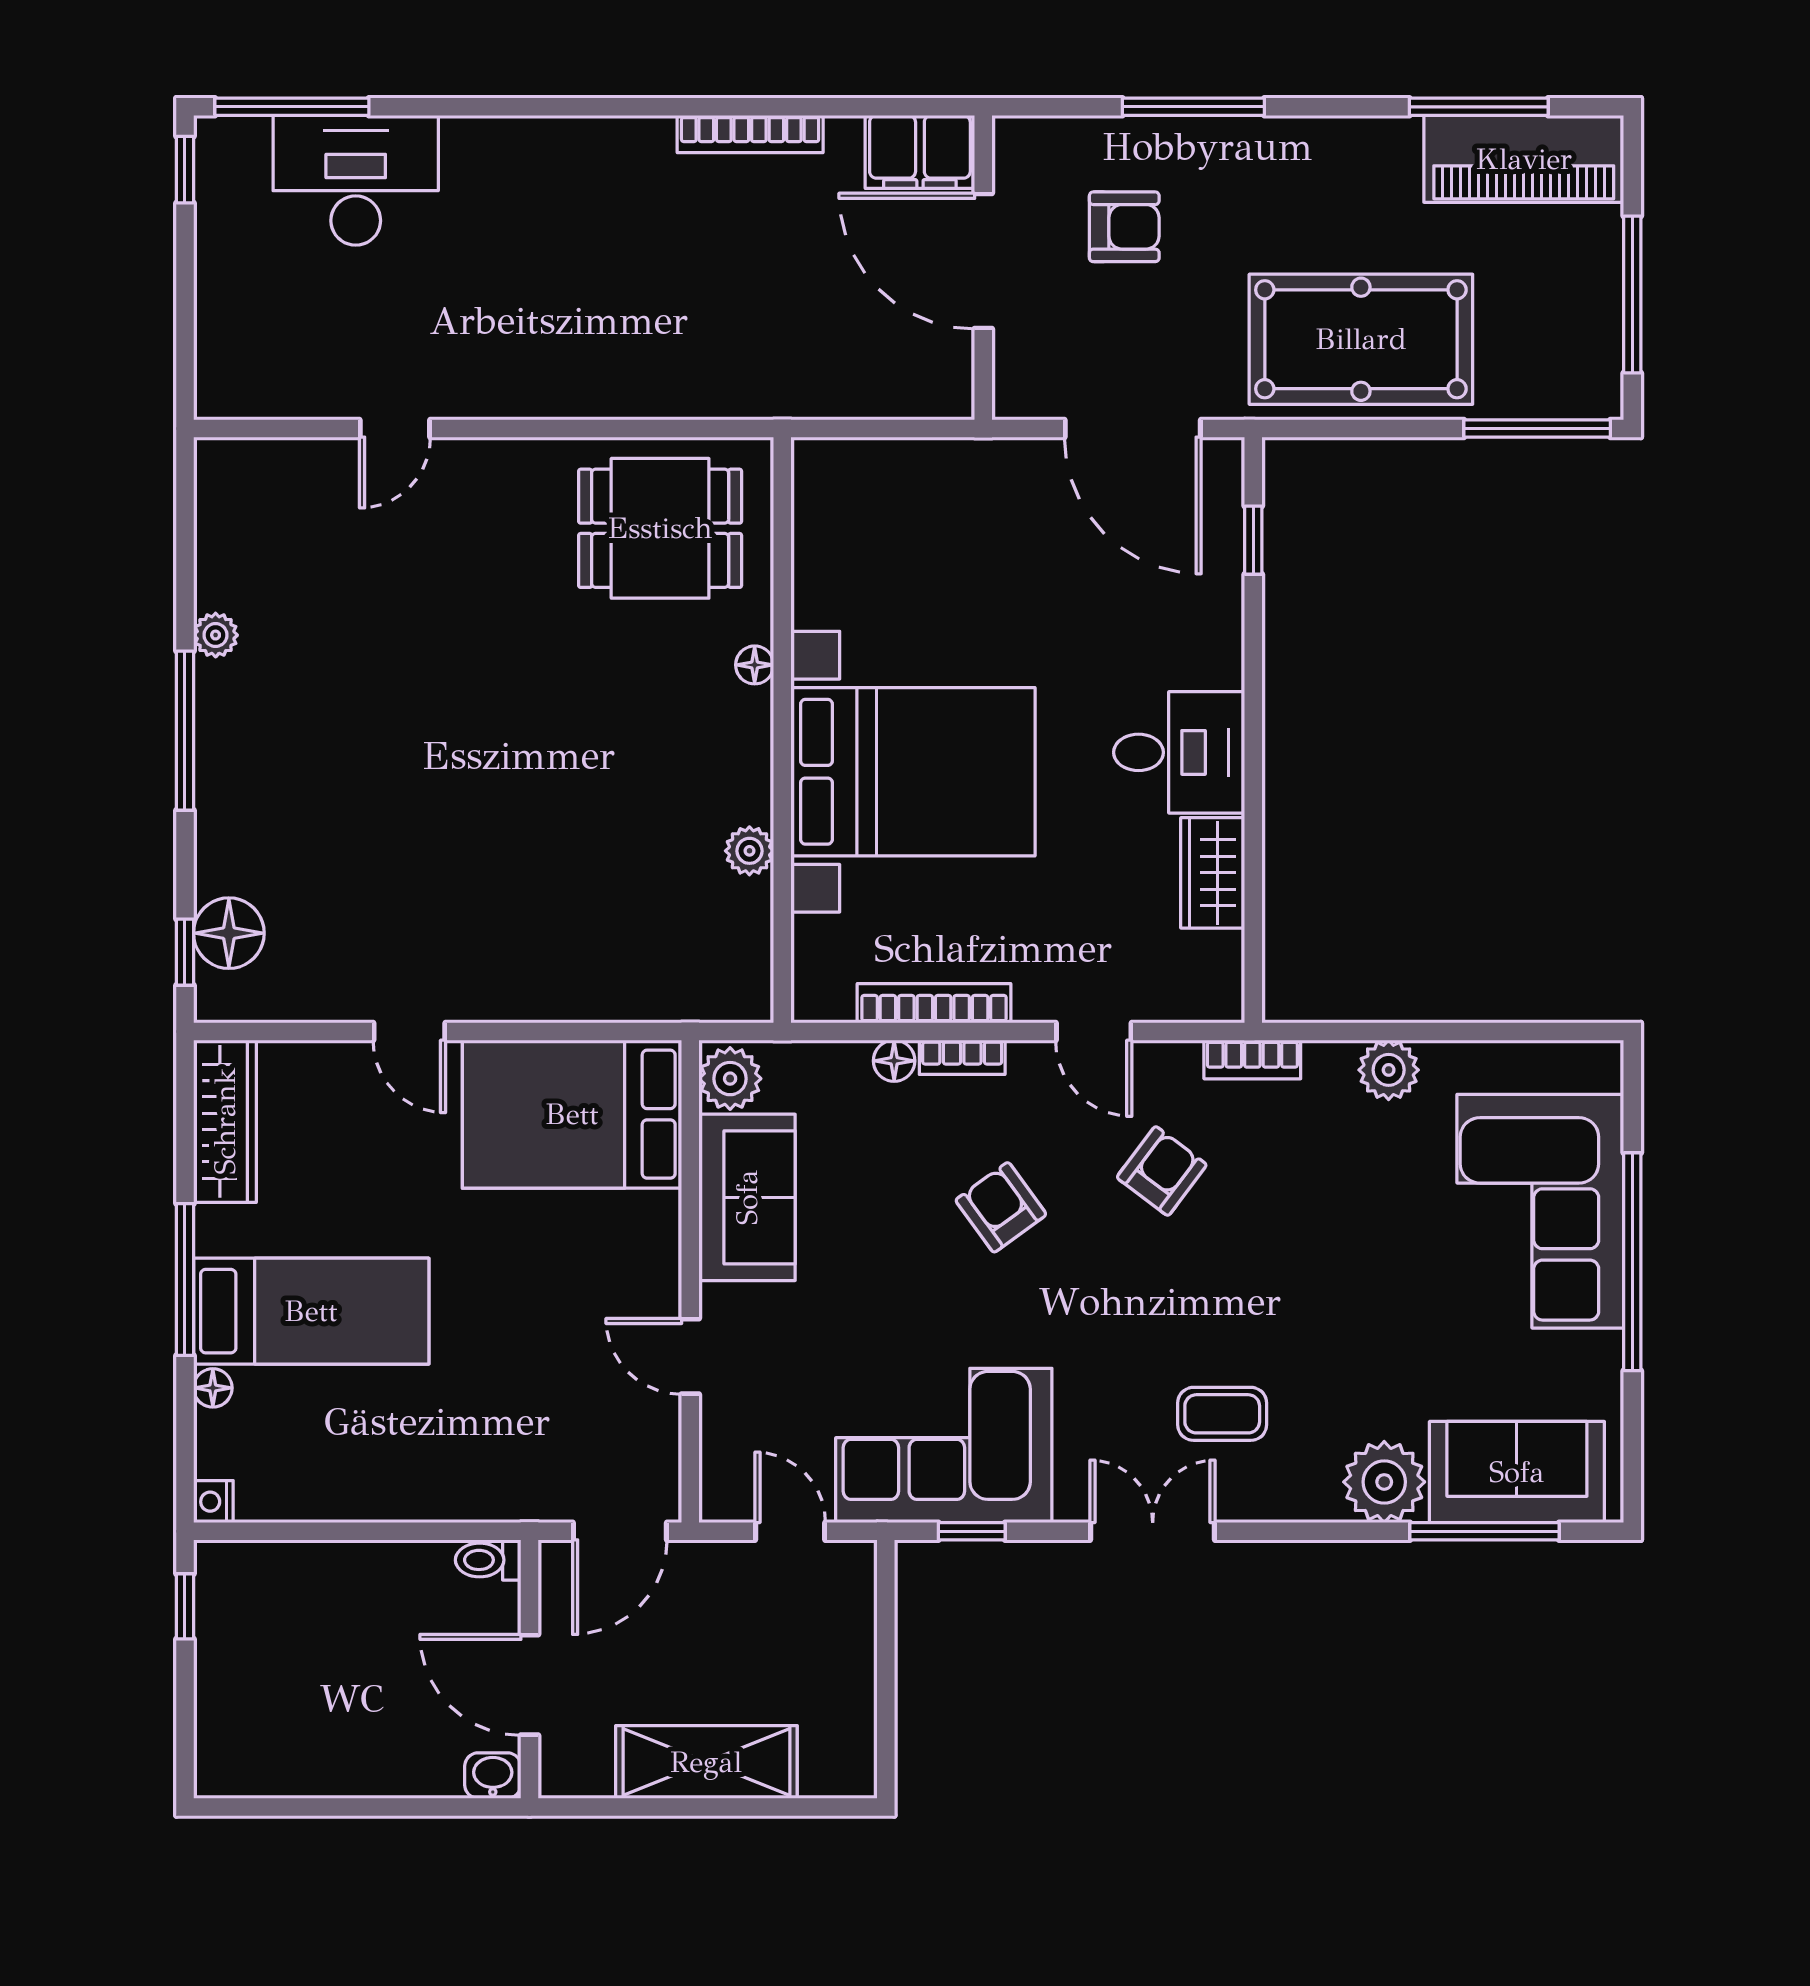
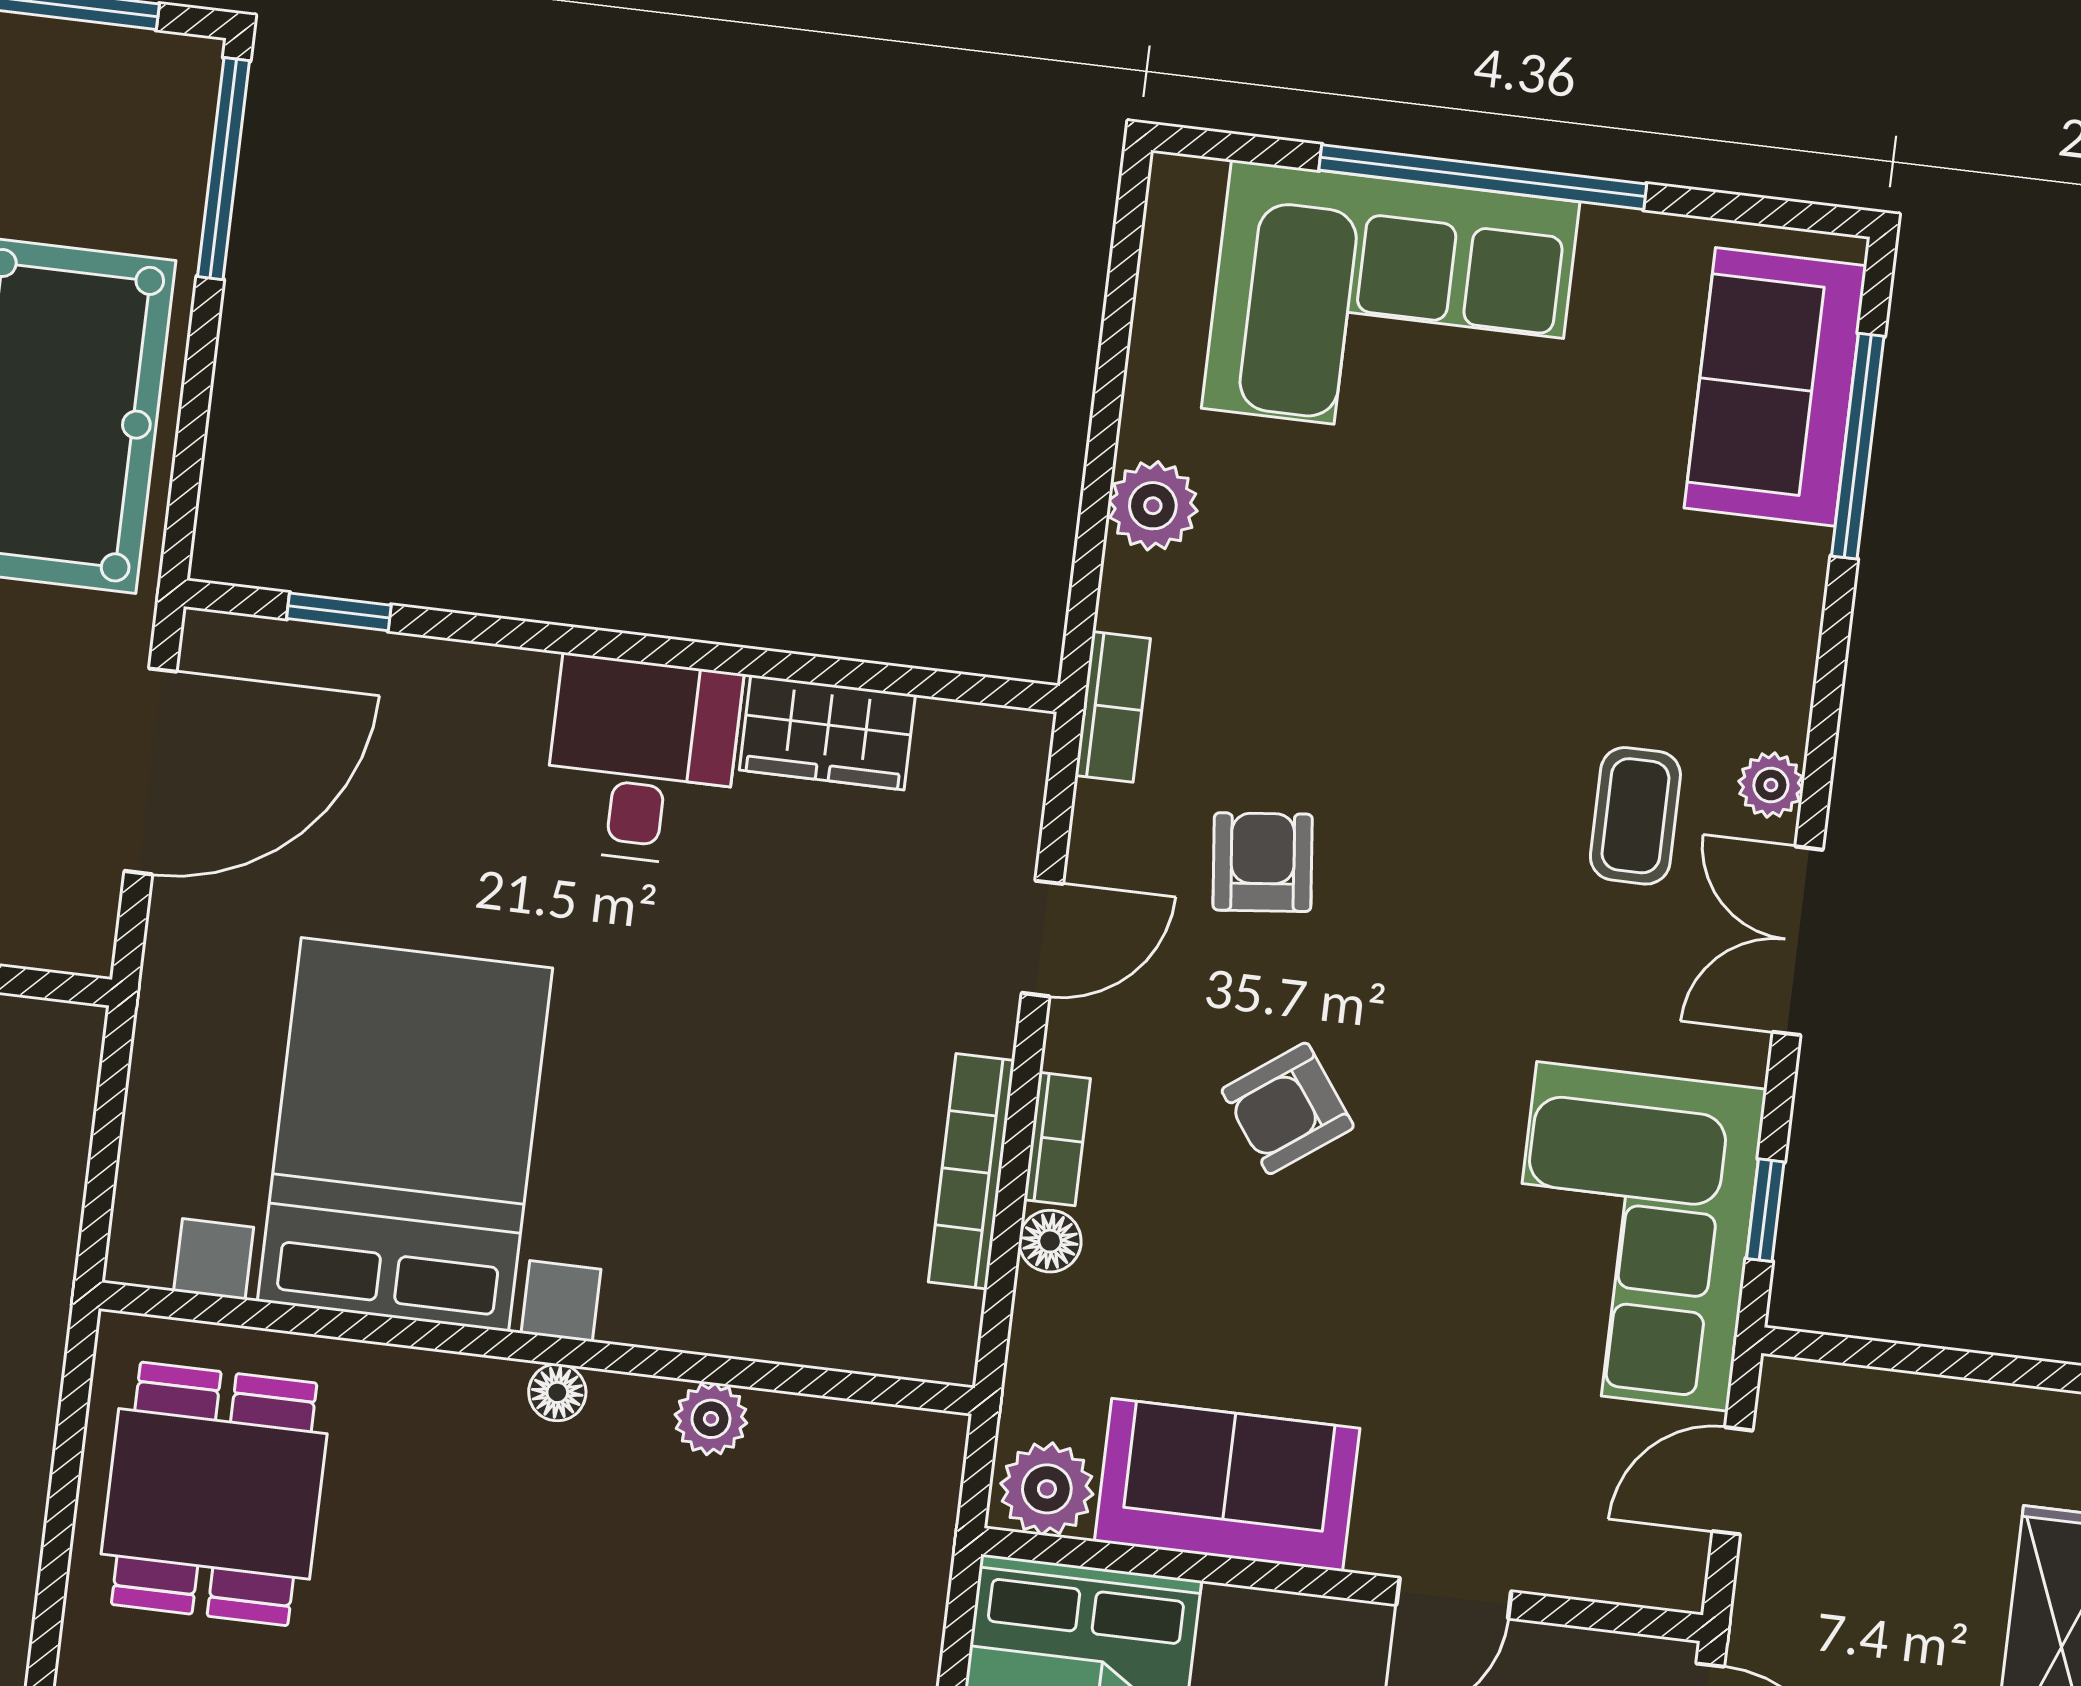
floor lamp: (755, 665) -> (557, 1392), moved
bed with nightstands: (913, 772) -> (405, 1135), moved
armchair: (1162, 1171) -> (1263, 862), turned 47
plant: (1384, 1482) -> (1771, 785), moved, width x0.53, depth x0.53

